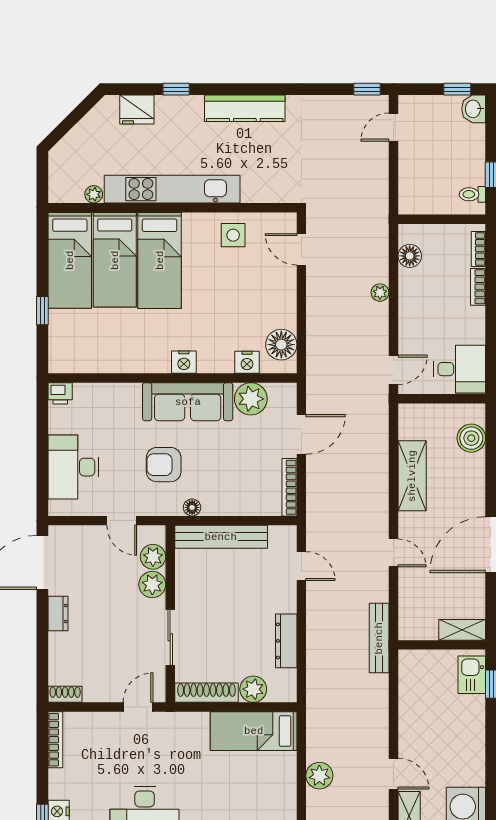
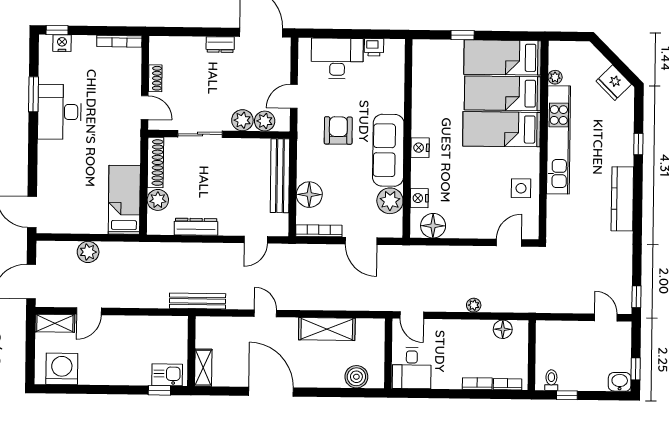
fridge: (137, 110) -> (614, 83), moved, turned -45
printer: (60, 393) -> (374, 47), moved, turned -90
floor lamp: (192, 507) -> (309, 195), moved, width x1.89, depth x1.89
door: (393, 553) -> (265, 313), swing flipped
shoe rack: (65, 694) -> (155, 78), moved

